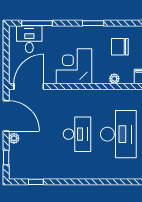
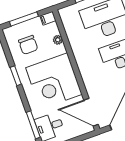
corner desk: (74, 66) -> (54, 81), width x1.36, depth x1.36

